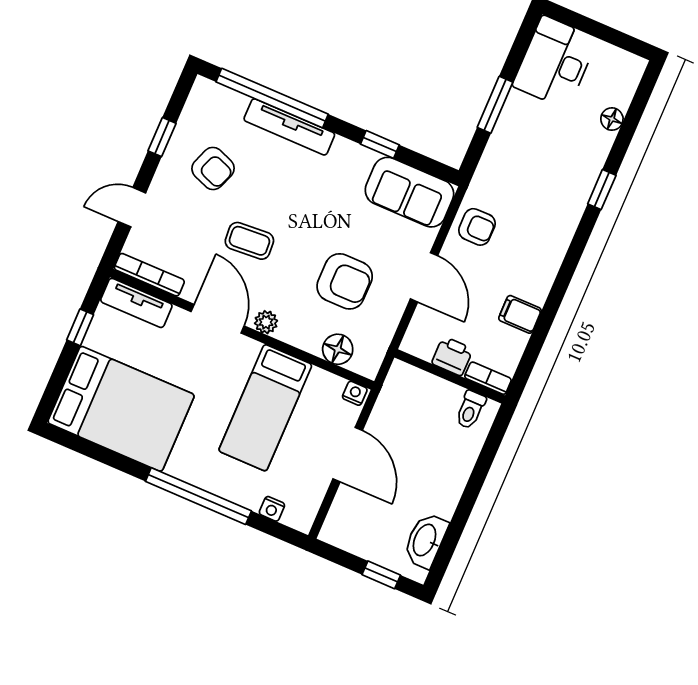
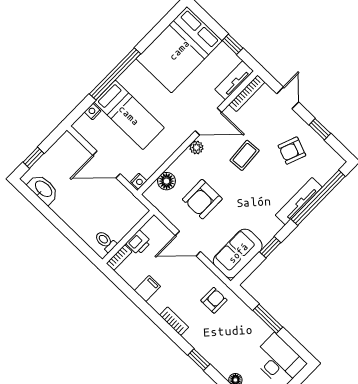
armchair: (477, 227) -> (214, 300), moved, turned 180
bookcase: (556, 252) -> (174, 321), added
bed: (265, 408) -> (129, 115), moved, turned 180

